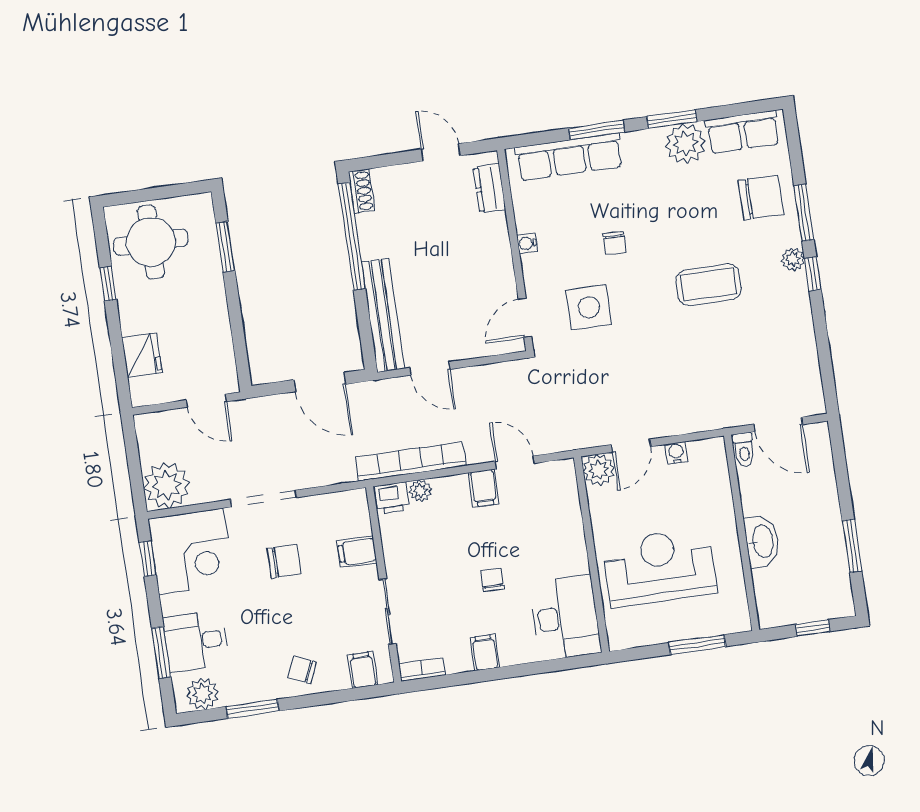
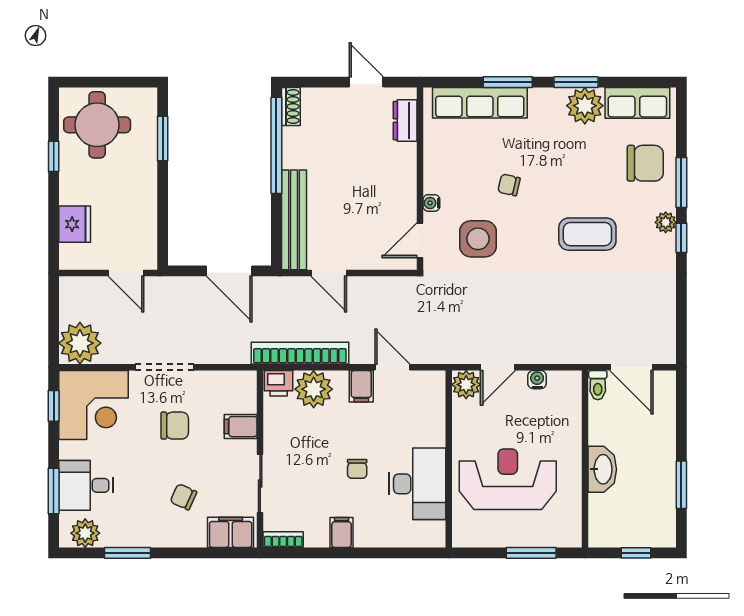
water cooler: (527, 243) -> (431, 203), moved
chair: (614, 243) -> (509, 185), turned 103
plant: (420, 491) -> (314, 389), width x1.88, depth x1.88
chair: (492, 580) -> (357, 469), turned 180
desk: (565, 617) -> (417, 484), moved
chair: (302, 670) -> (183, 497), moved
filing cabinet: (363, 670) -> (231, 532), width x2.00

